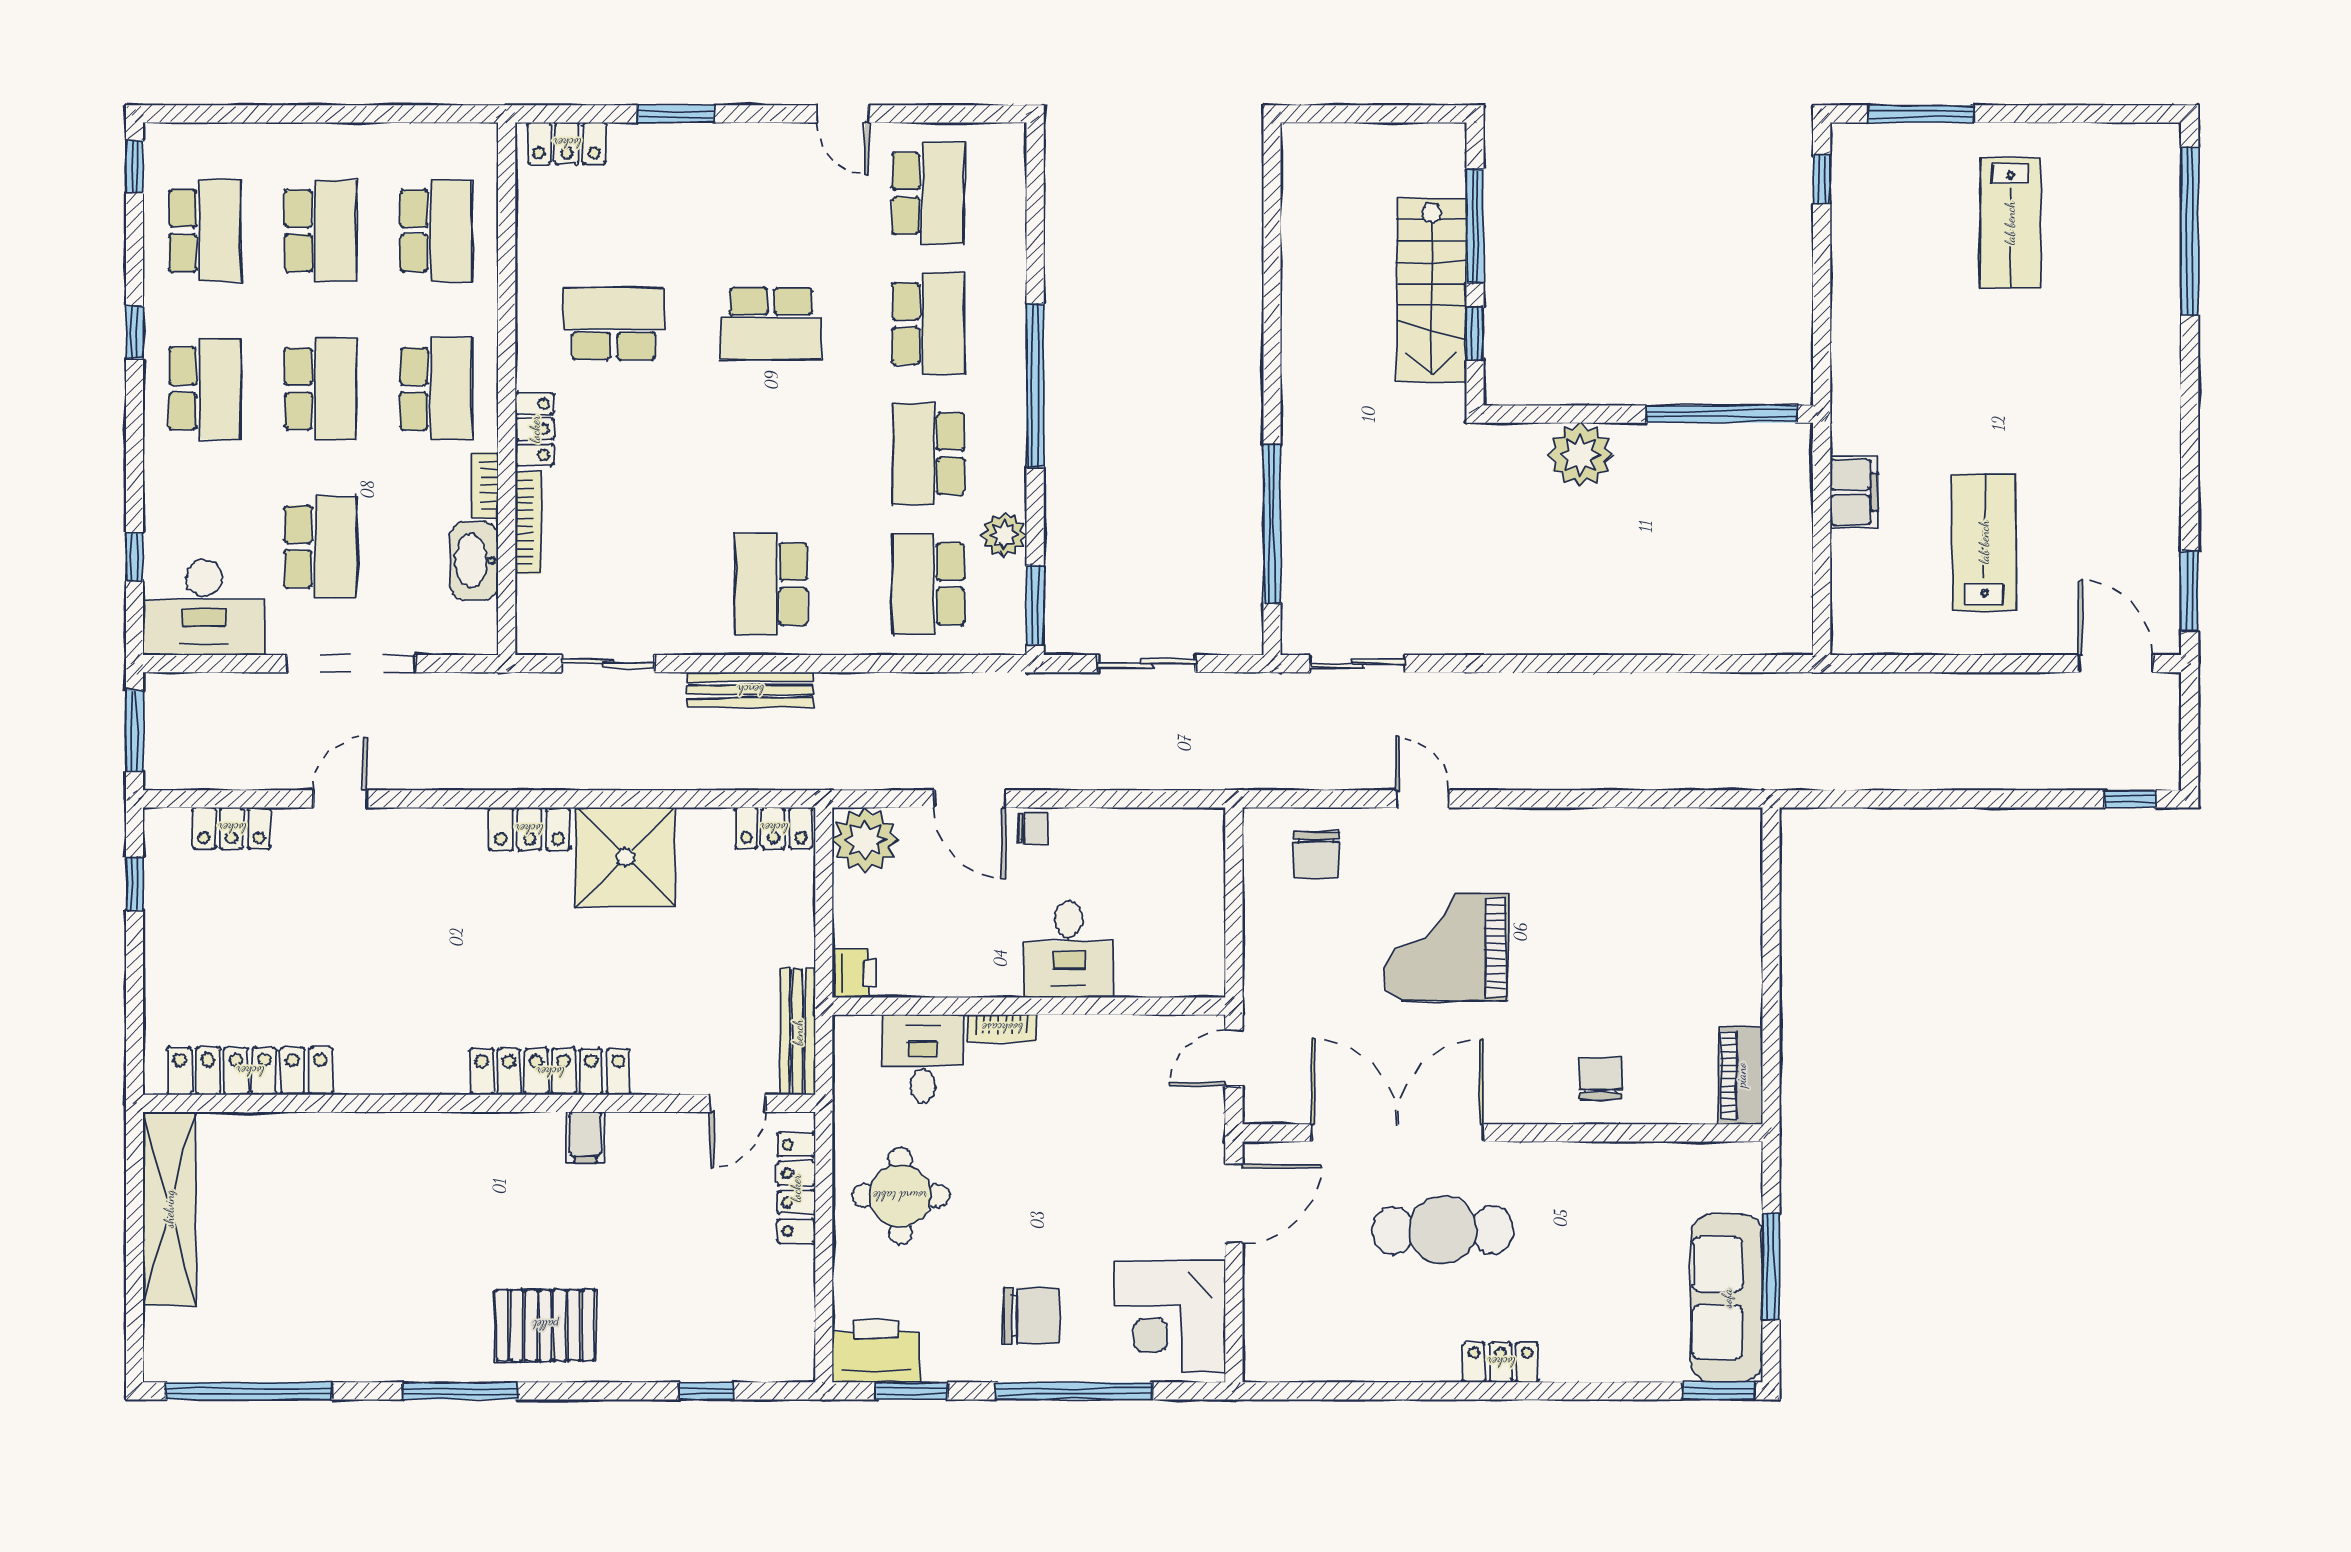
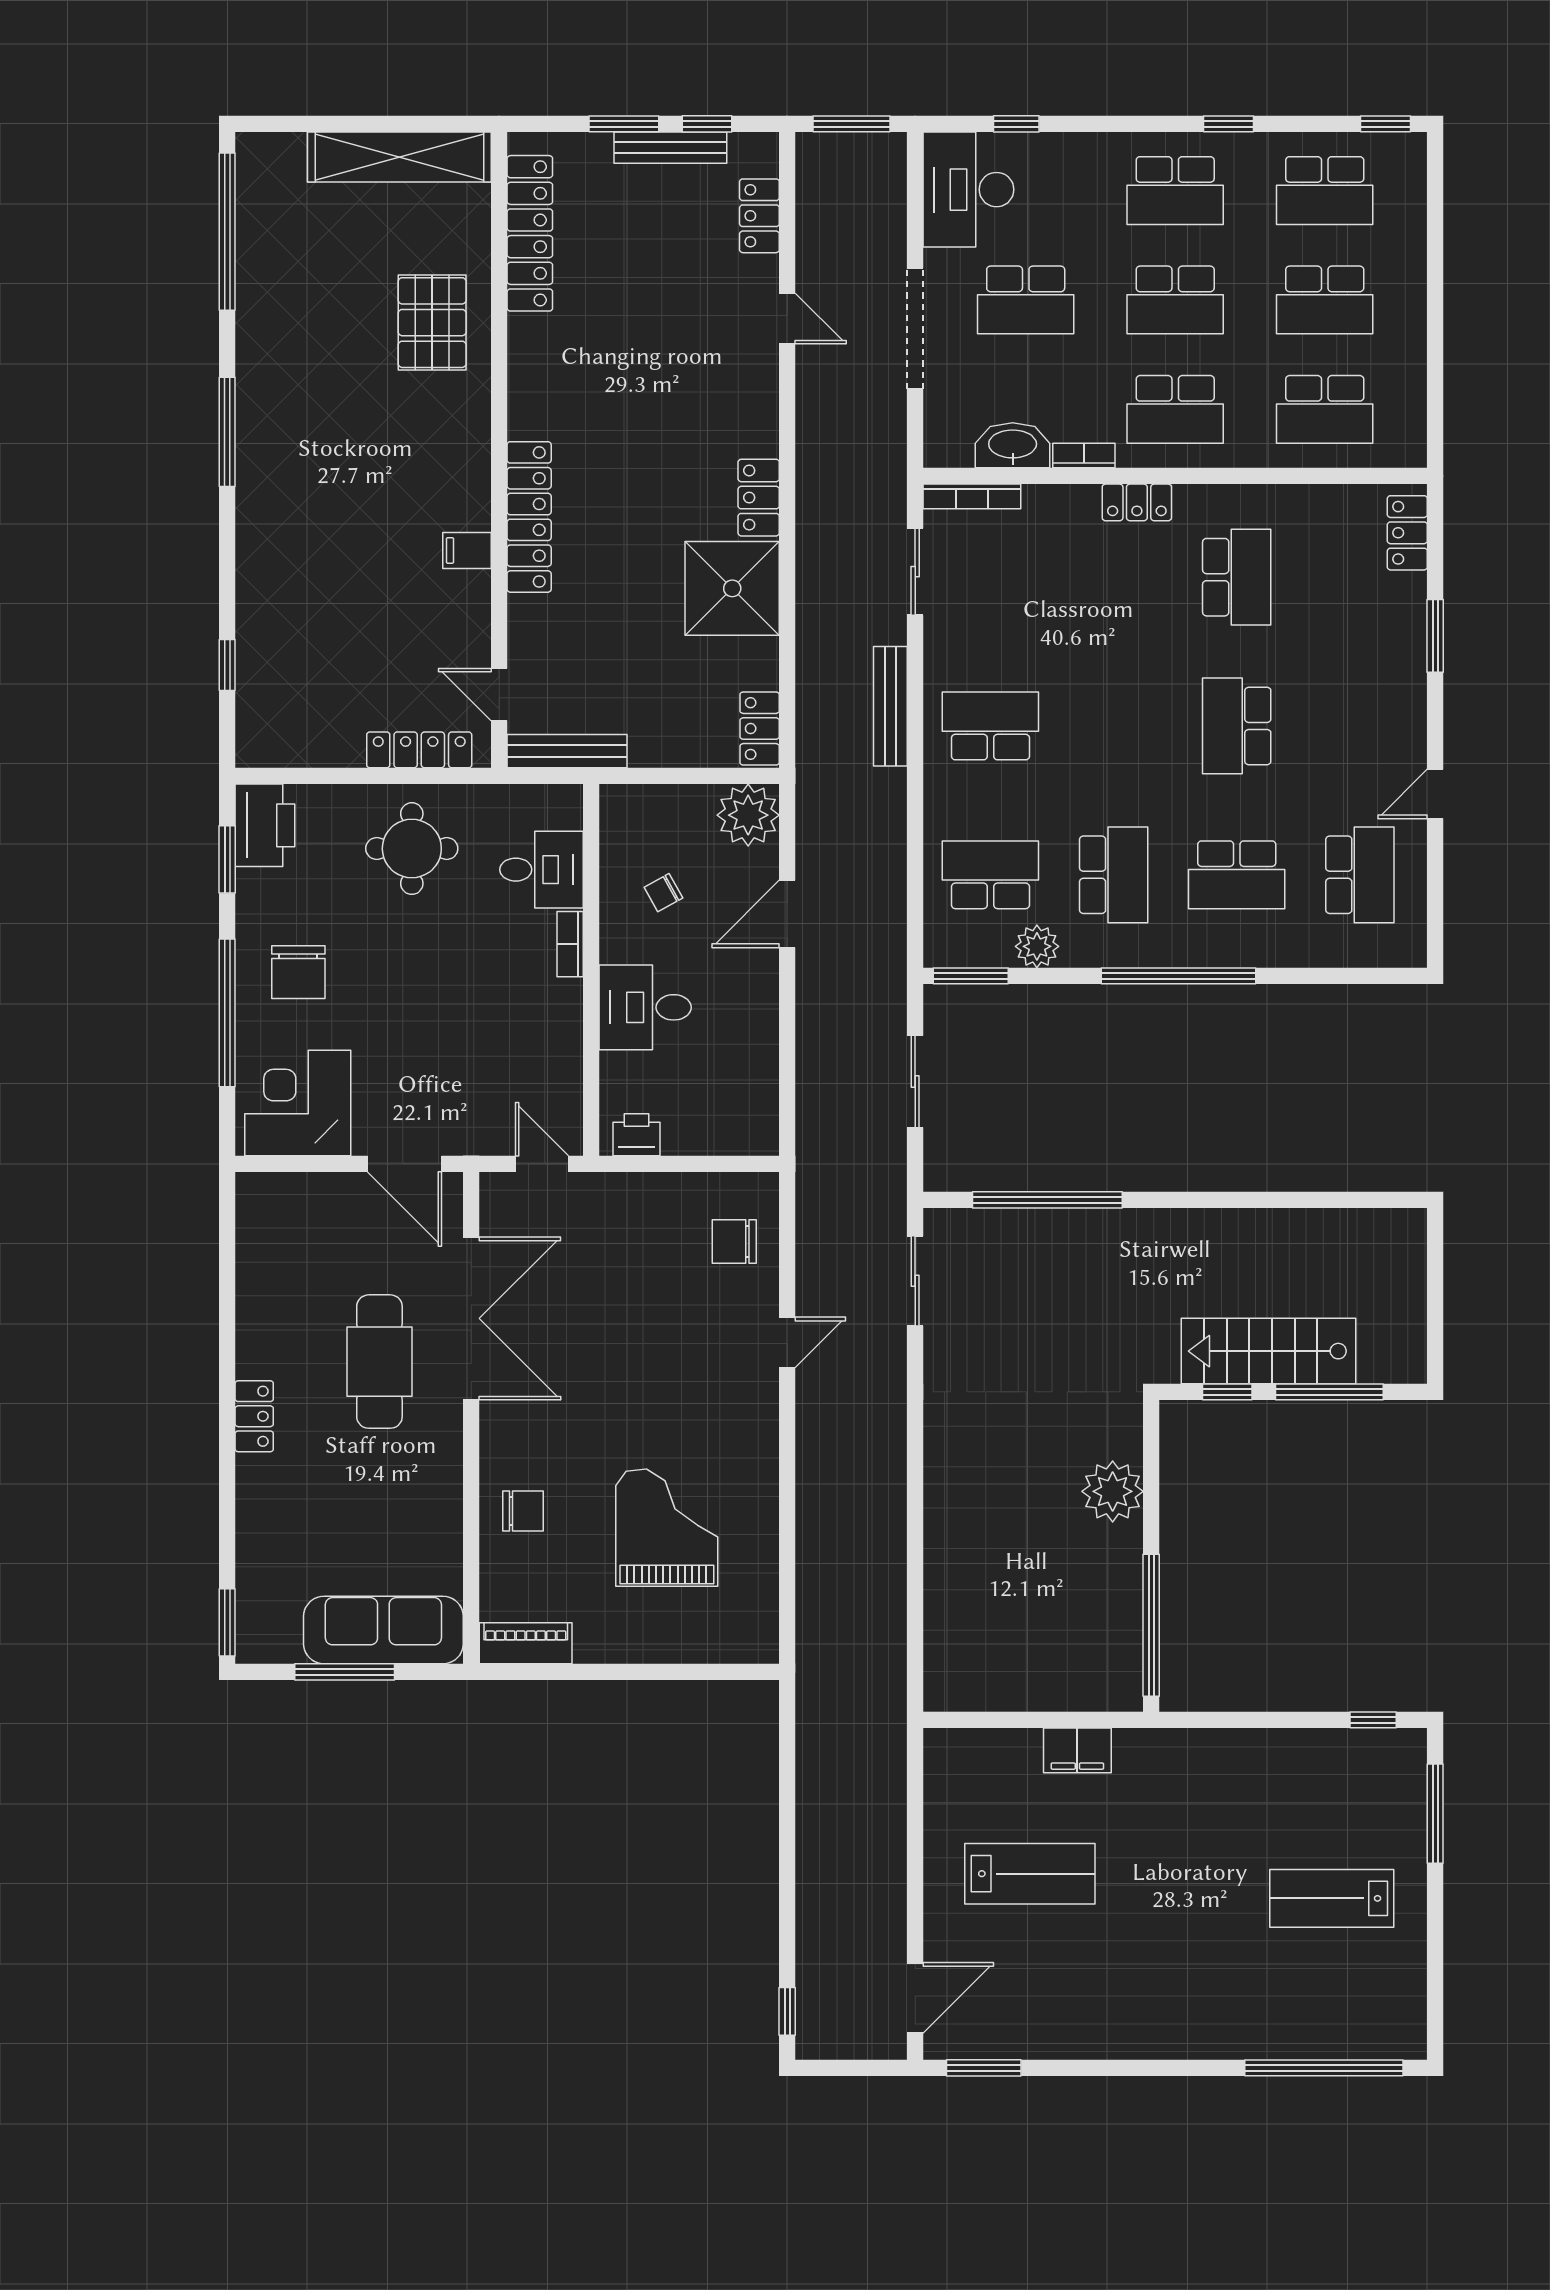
school desk: (928, 193) -> (1360, 875), turned -90
school desk: (928, 454) -> (1114, 875), turned 90
bookcase: (528, 523) -> (972, 496), moved
chair: (1033, 829) -> (663, 893), moved, turned 61
bench: (160, 922) -> (670, 148), added
grand piano: (1446, 947) -> (667, 1528), moved
window: (135, 972) -> (624, 124), added
printer: (855, 973) -> (636, 1135), moved, turned 180
sofa: (1727, 1298) -> (383, 1630), moved
pallet: (545, 1325) -> (432, 323), moved

